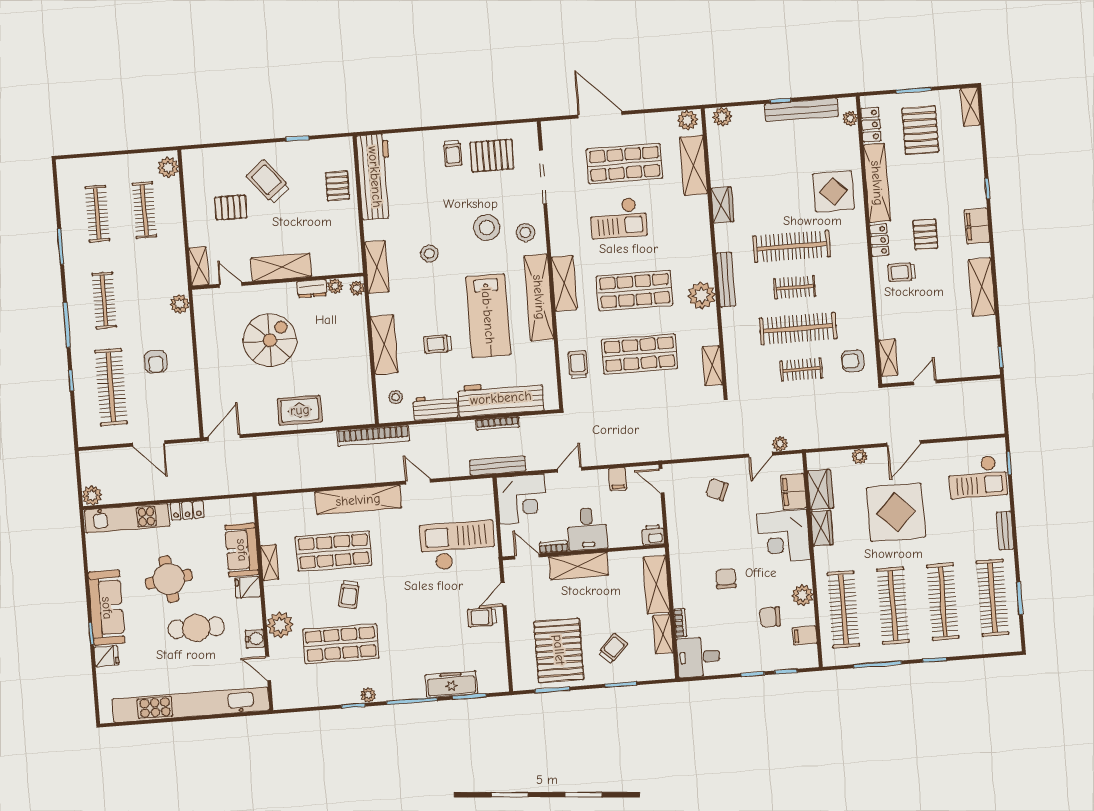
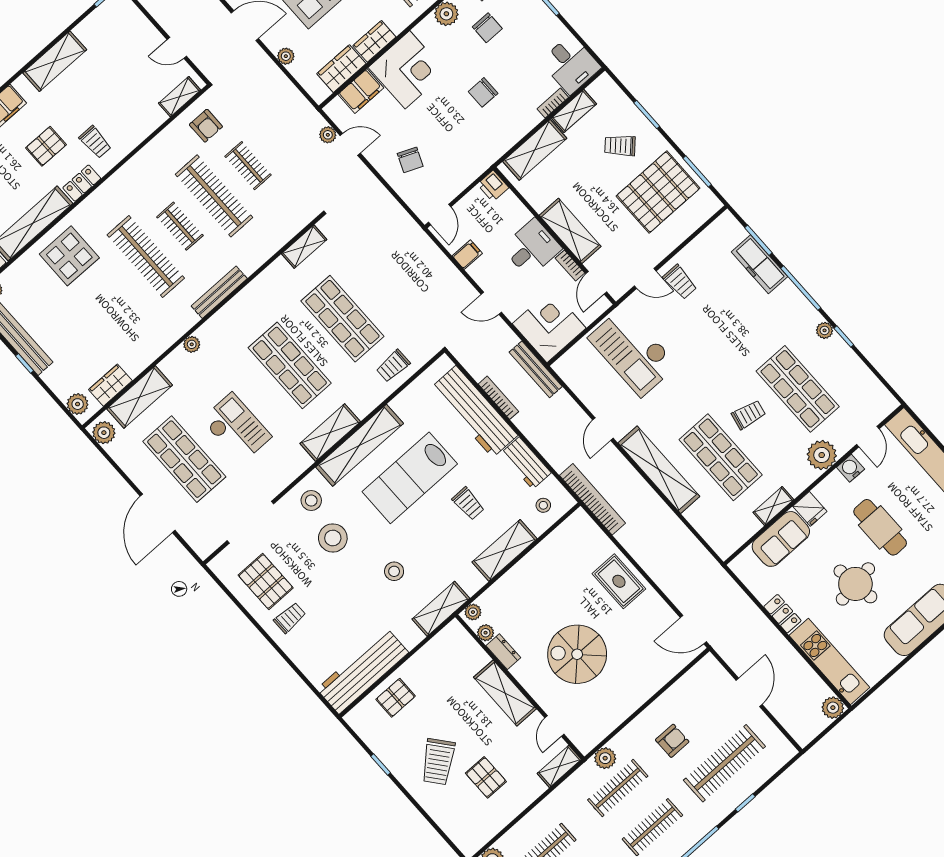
wardrobe: (722, 205) -> (110, 385), moved
plant: (702, 296) -> (192, 344), moved, width x0.53, depth x0.53
clothes rail: (151, 297) -> (618, 788), added
lab bench: (488, 316) -> (410, 478), turned 180

